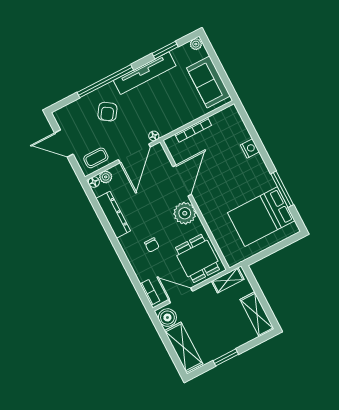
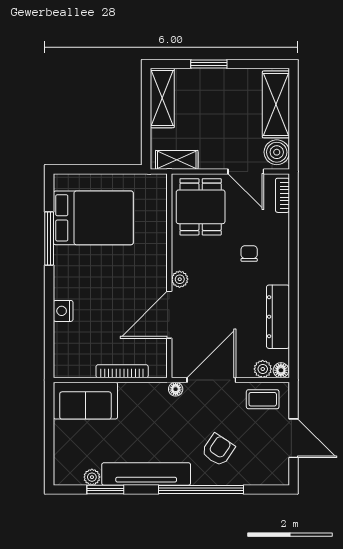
plant: (196, 44) -> (92, 477), moved
sofa: (208, 82) -> (85, 401), moved, turned 90
plant: (185, 213) -> (180, 279), width x0.53, depth x0.53
window: (226, 357) -> (209, 64), moved

